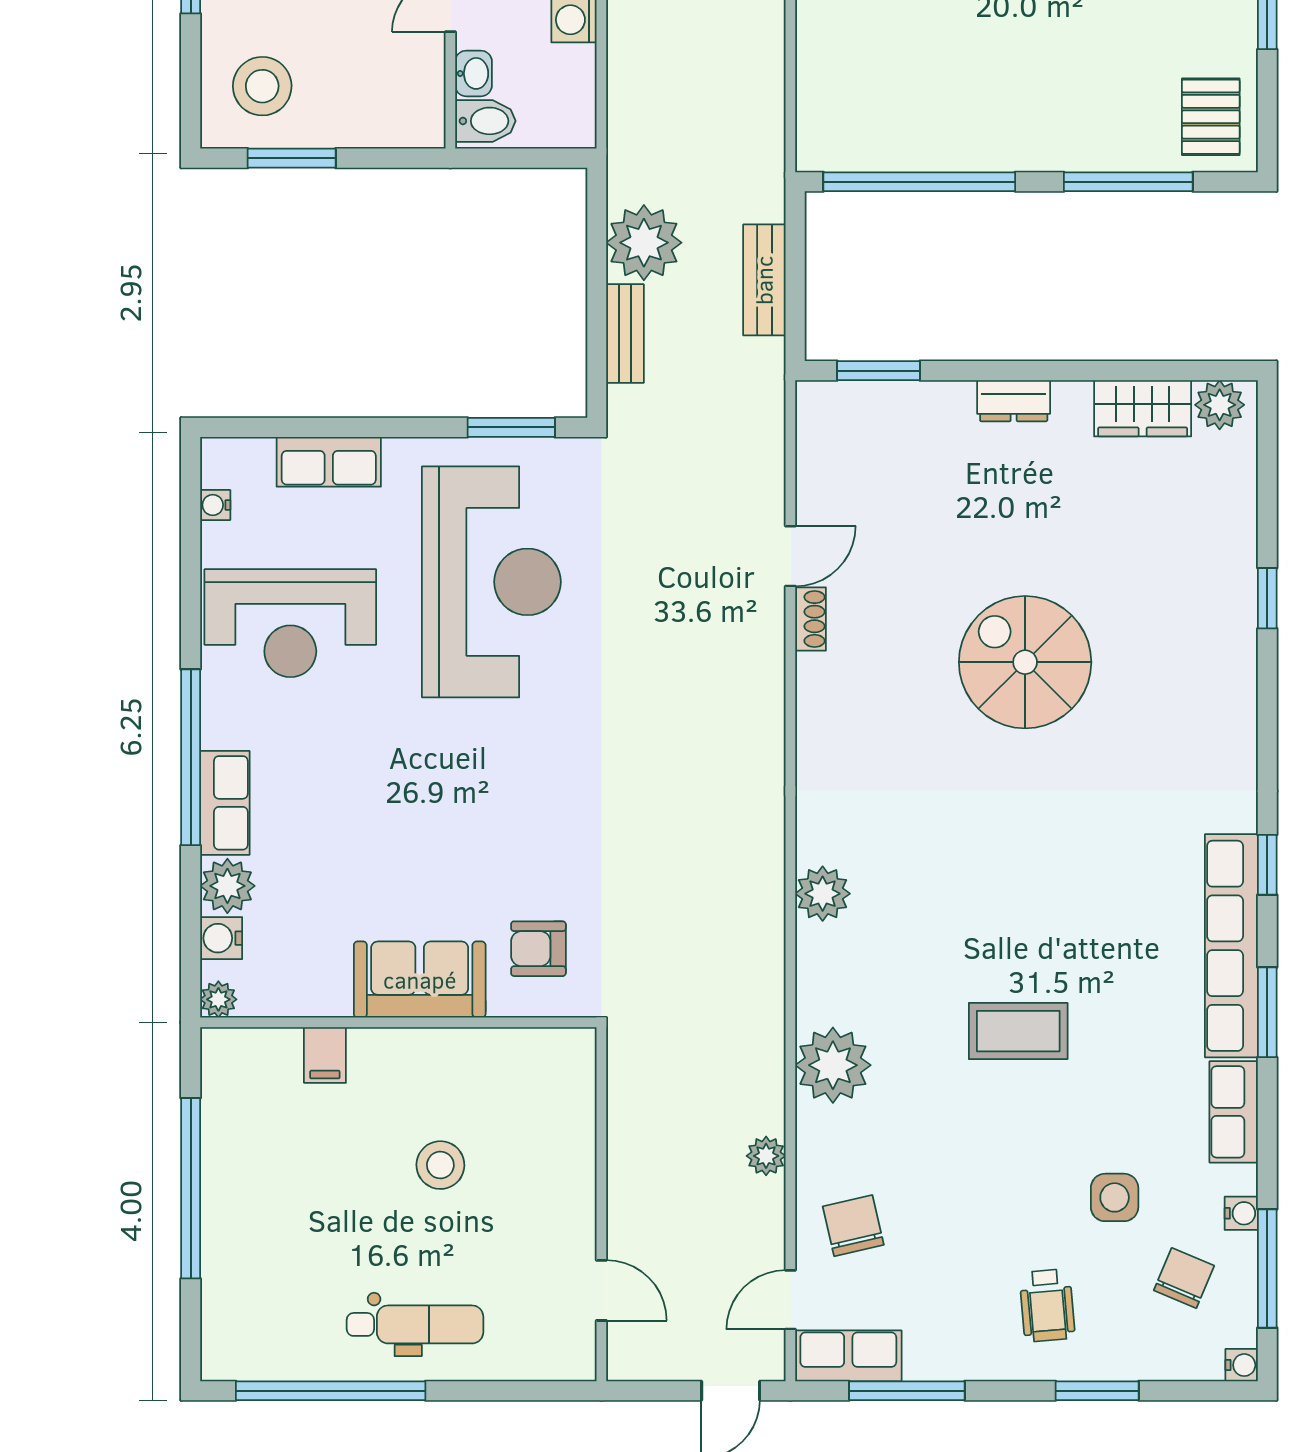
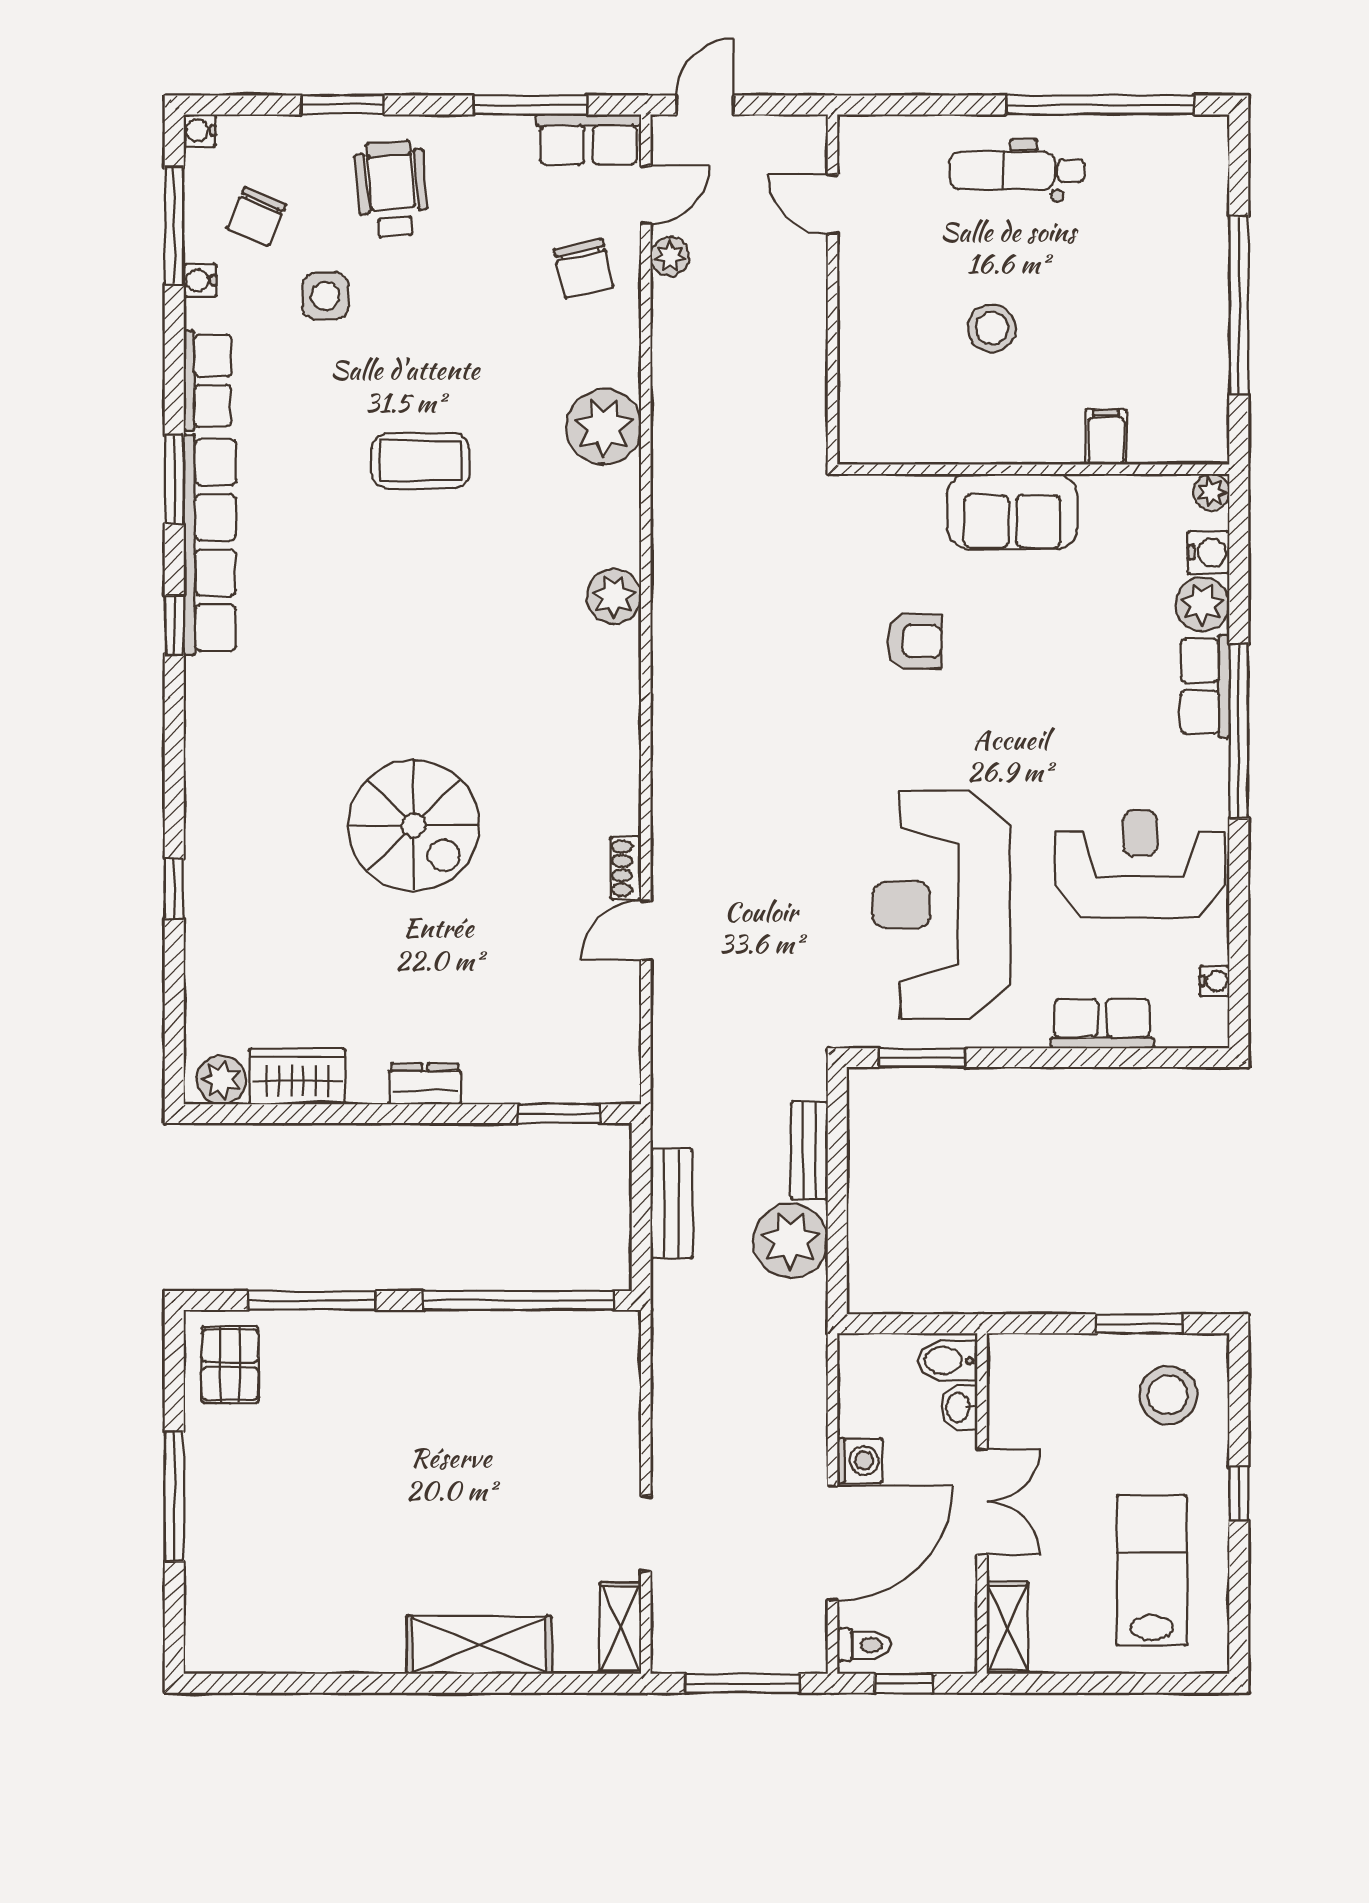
armchair: (538, 949) -> (914, 641), moved
plant: (766, 1156) -> (670, 256), moved
wheelchair: (1047, 1305) -> (392, 189), width x1.36, depth x1.37

